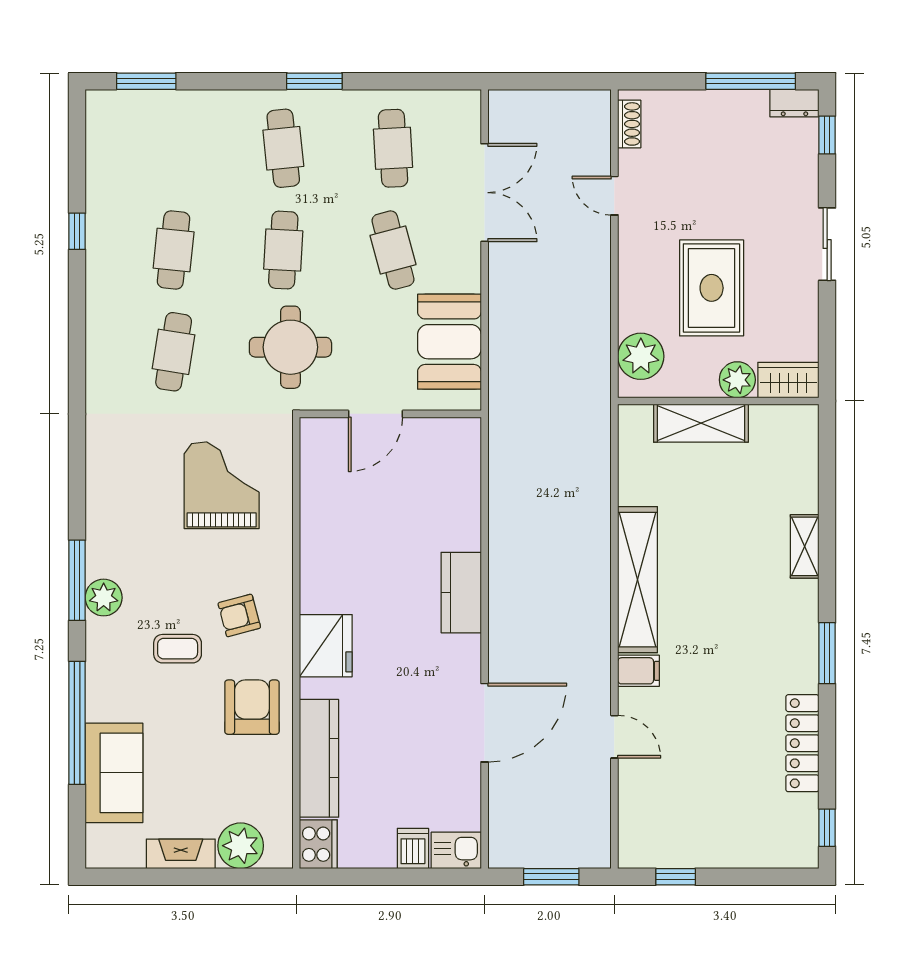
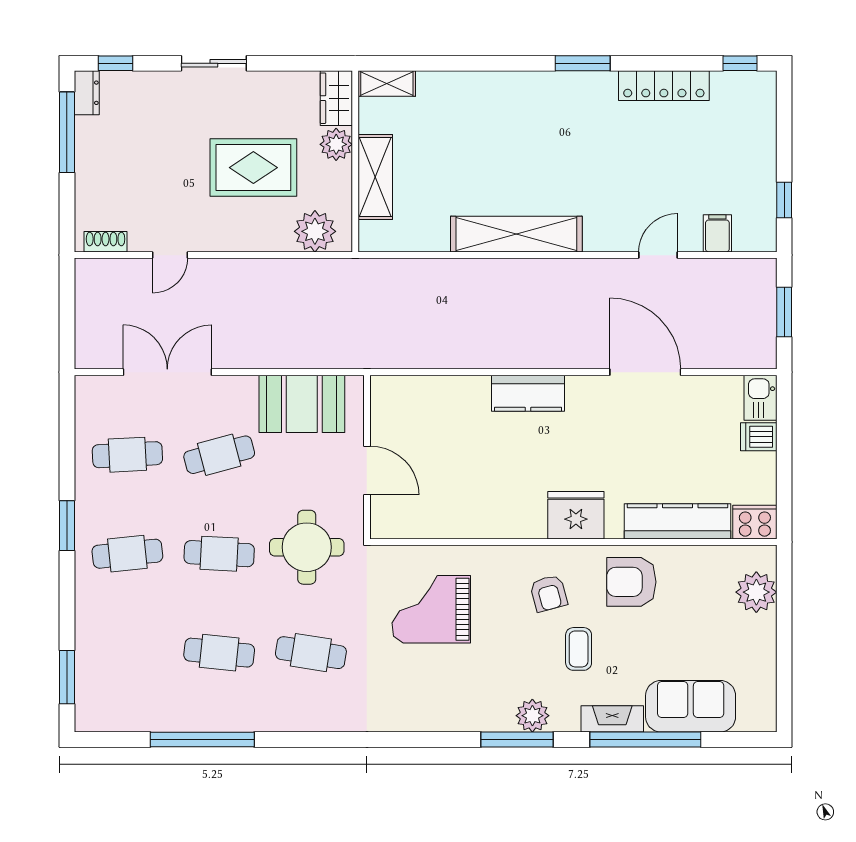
window: (77, 231) -> (202, 740), width x3.17
shelving: (805, 546) -> (387, 84), moved
filing cabinet: (639, 671) -> (717, 233), moved
fireplace: (181, 854) -> (612, 719), moved, turned 90

